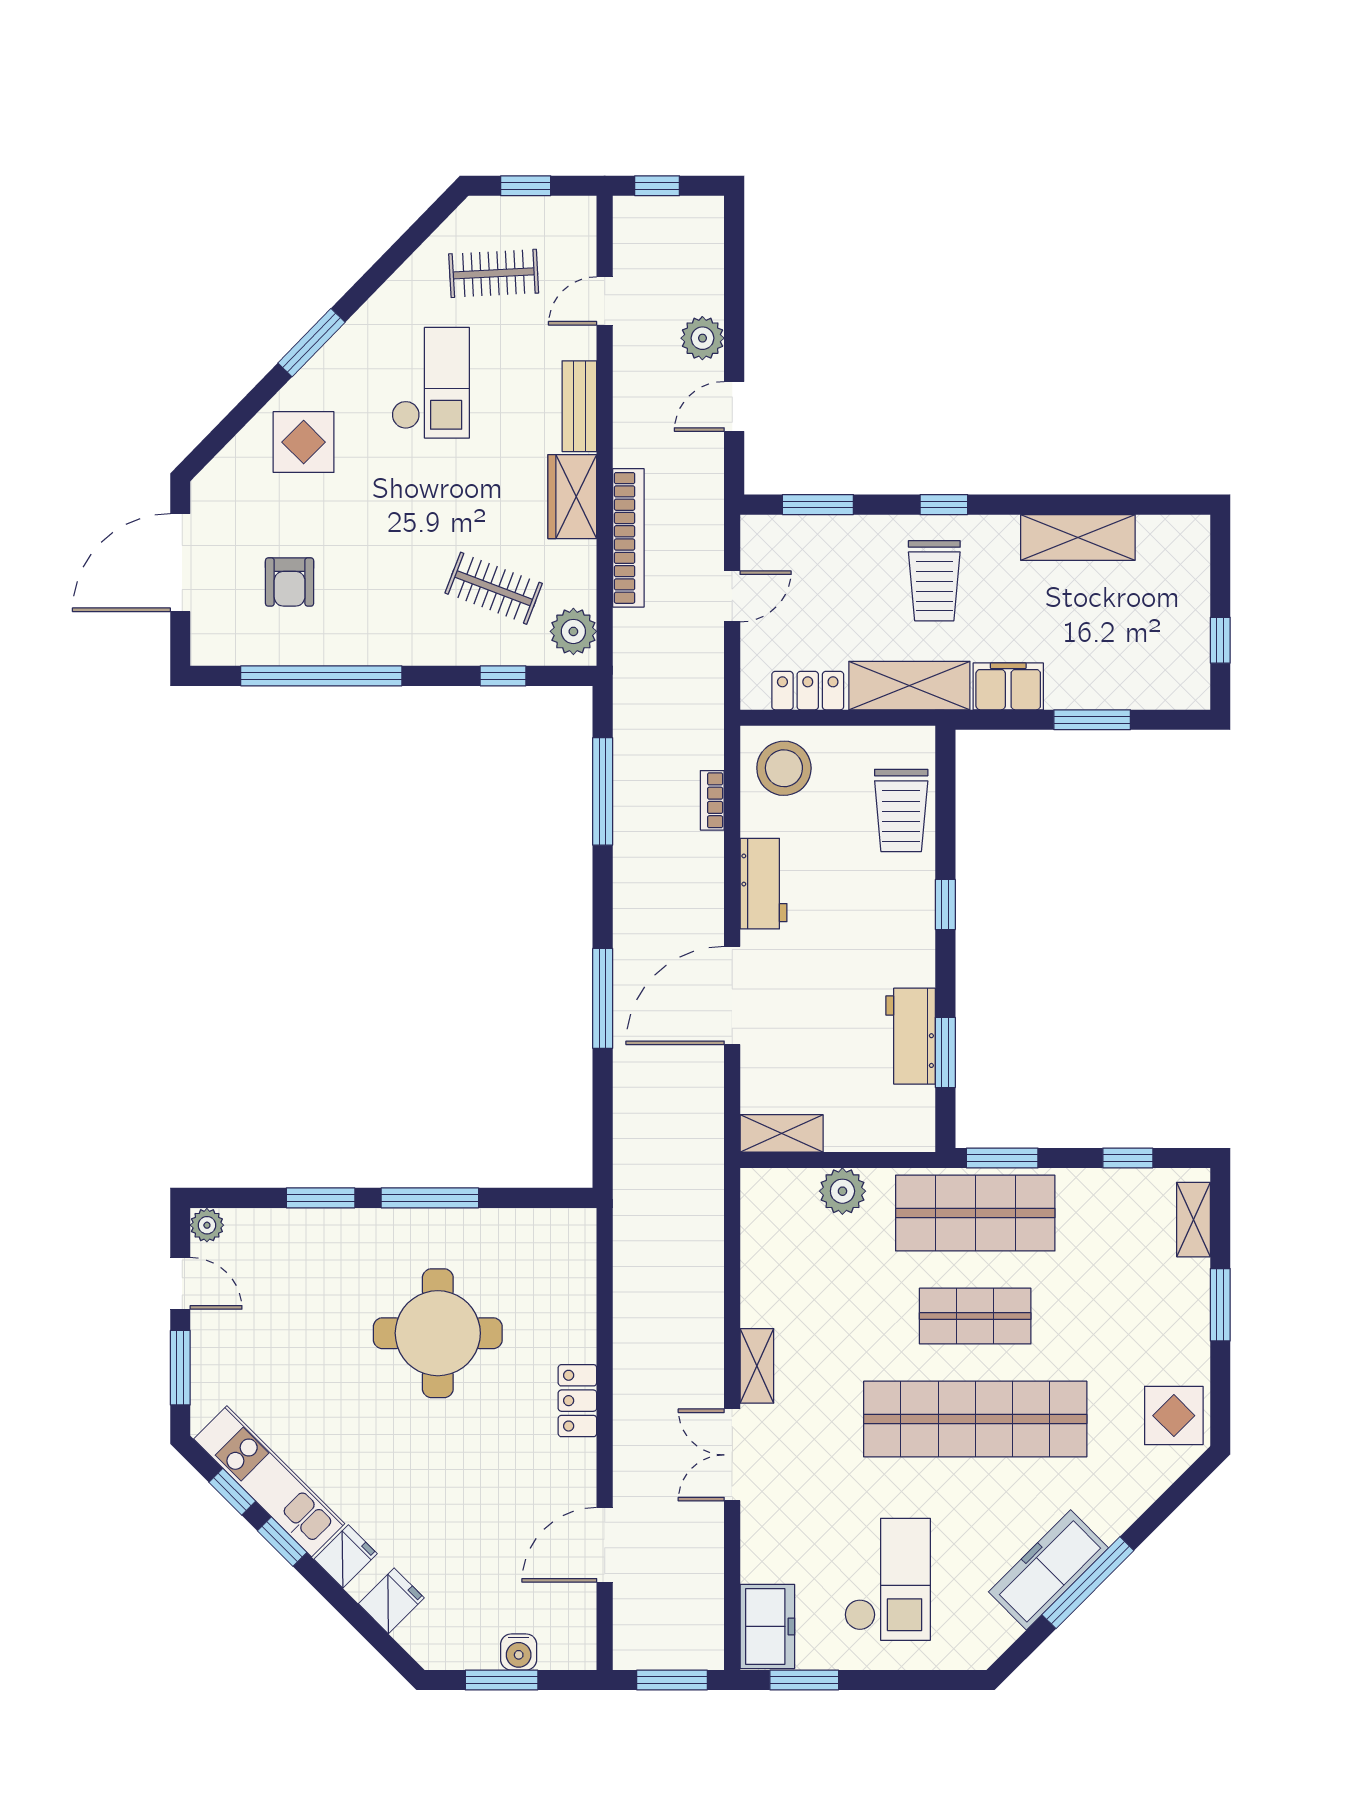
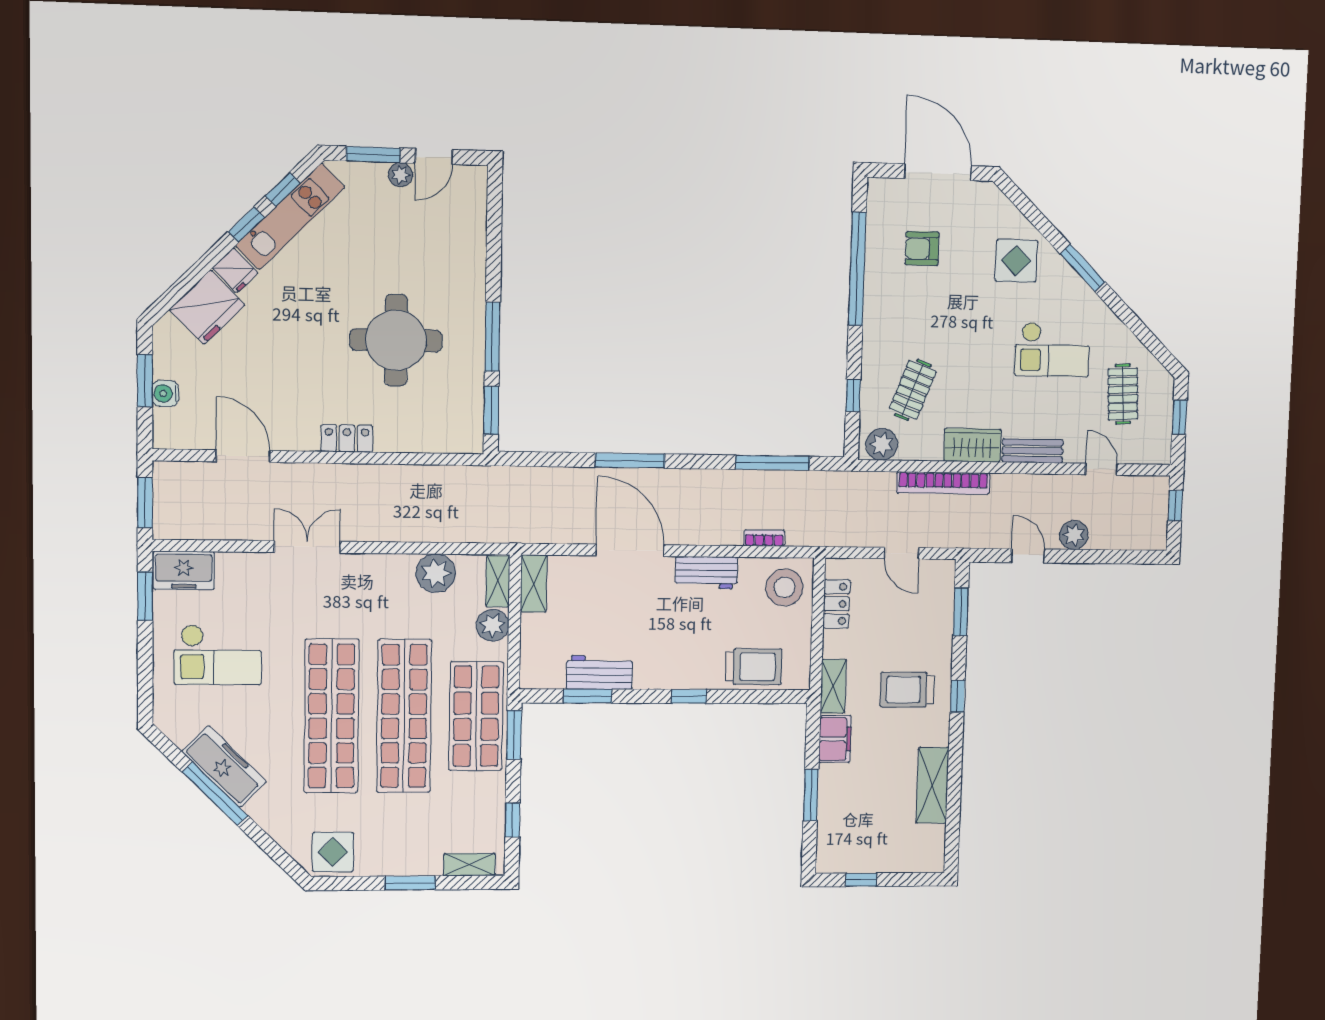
shelving: (909, 686) -> (833, 686), width x0.67, depth x0.75
trolley: (901, 810) -> (754, 667), turned 180
window: (321, 1198) -> (491, 410), moved
plant: (207, 1225) -> (401, 175), moved
plant: (768, 1274) -> (436, 573), added
shop shelf: (975, 1316) -> (404, 716), width x2.00, depth x1.36
shelving: (757, 1366) -> (498, 581), moved, turned 90
fridge: (391, 1601) -> (207, 307), width x1.88, depth x1.34

